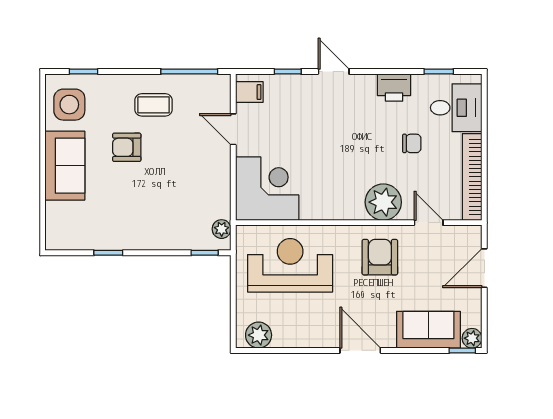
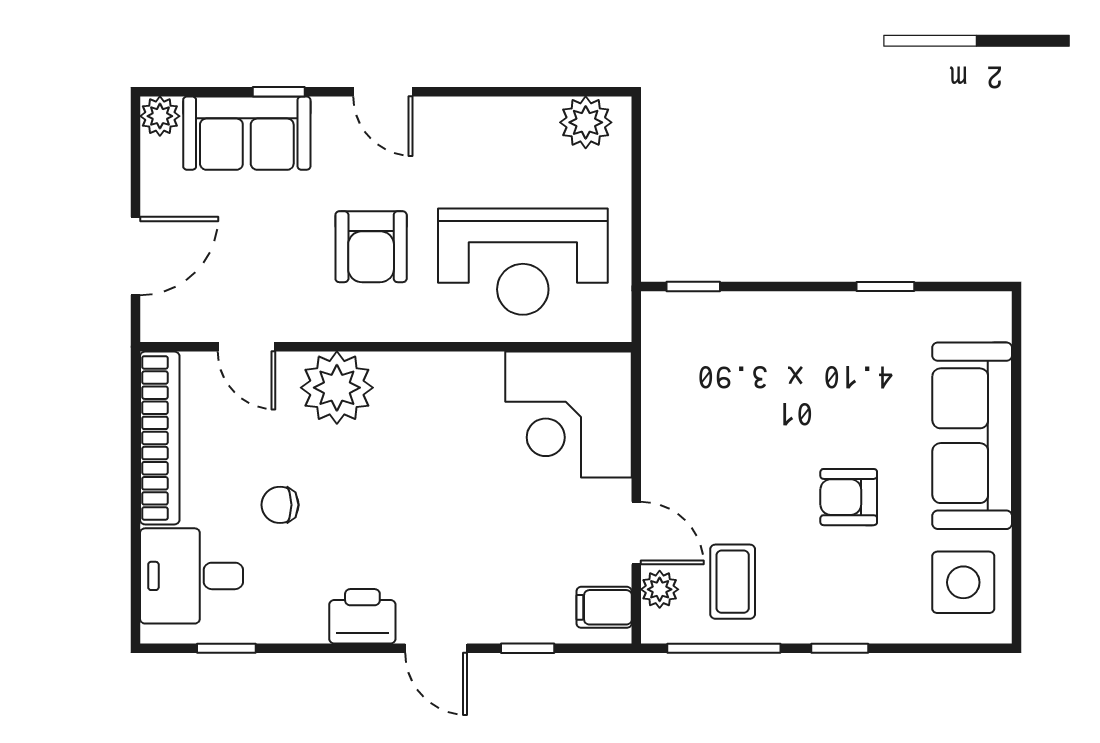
window: (84, 72) -> (840, 648), moved
printer: (394, 88) -> (362, 616), moved
coffee table: (154, 105) -> (733, 582), moved, turned 90
armchair: (127, 147) -> (849, 497), turned 180
sofa: (65, 166) -> (972, 436), width x1.36
plant: (222, 229) -> (660, 589), moved
armchair: (380, 257) -> (371, 247), moved
door: (360, 350) -> (383, 92), width x0.73
window: (462, 350) -> (279, 92), moved

